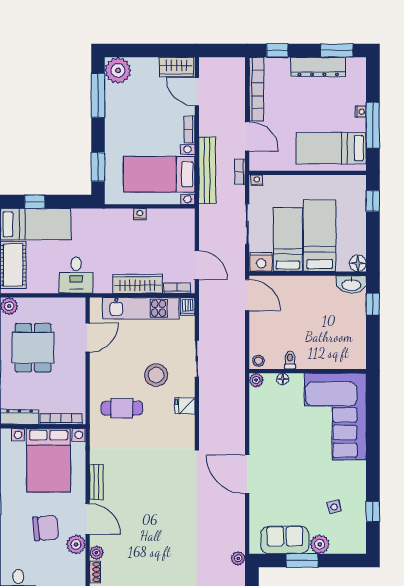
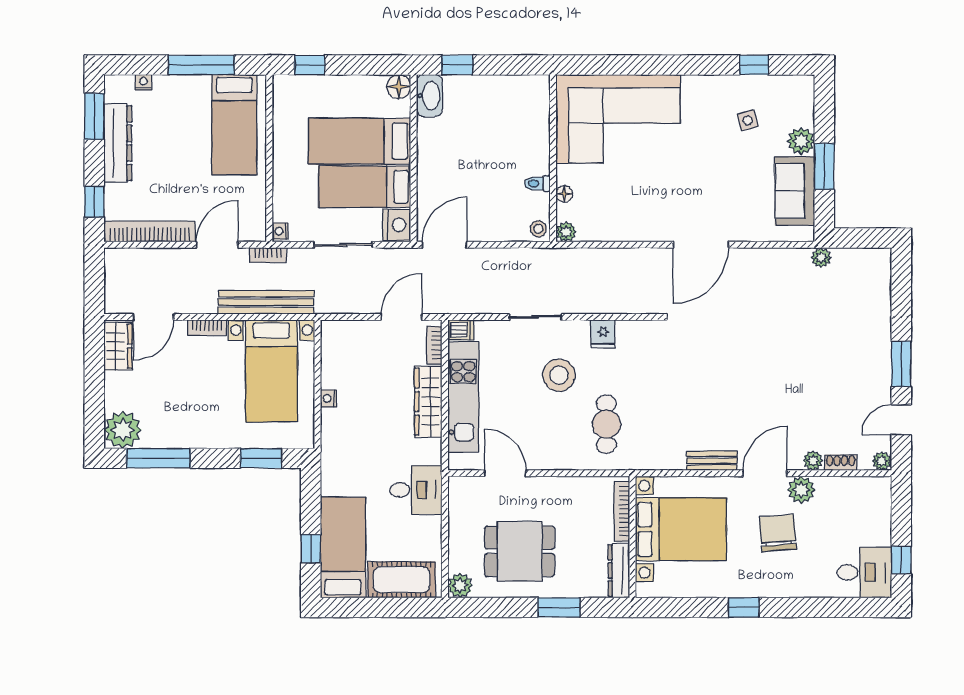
nightstand: (361, 112) -> (143, 82), moved

